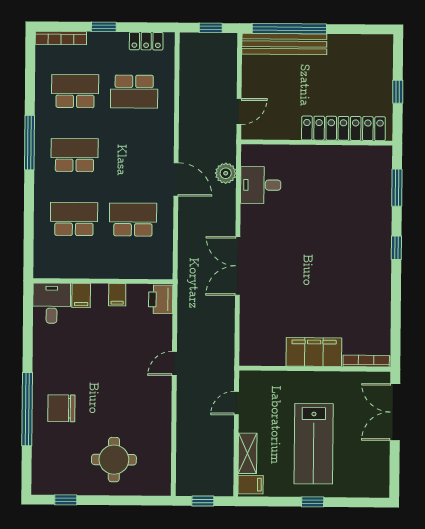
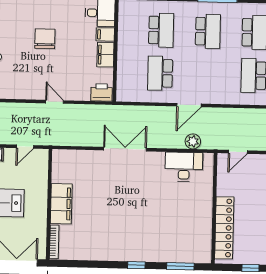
door: (239, 111) -> (238, 152), hinge flipped
desk: (261, 185) -> (184, 167), width x1.37
school desk: (133, 220) -> (160, 73), turned 180
filing cabinet: (117, 295) -> (105, 55), width x2.00
door: (236, 403) -> (25, 147), swing flipped
chair: (61, 408) -> (45, 39), moved

